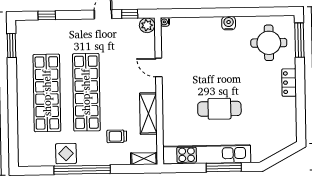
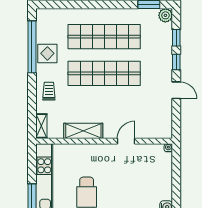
window: (130, 14) -> (176, 62), moved
plant: (147, 25) -> (165, 15), moved
trolley: (117, 136) -> (49, 91), moved
window: (82, 170) -> (32, 47), moved

